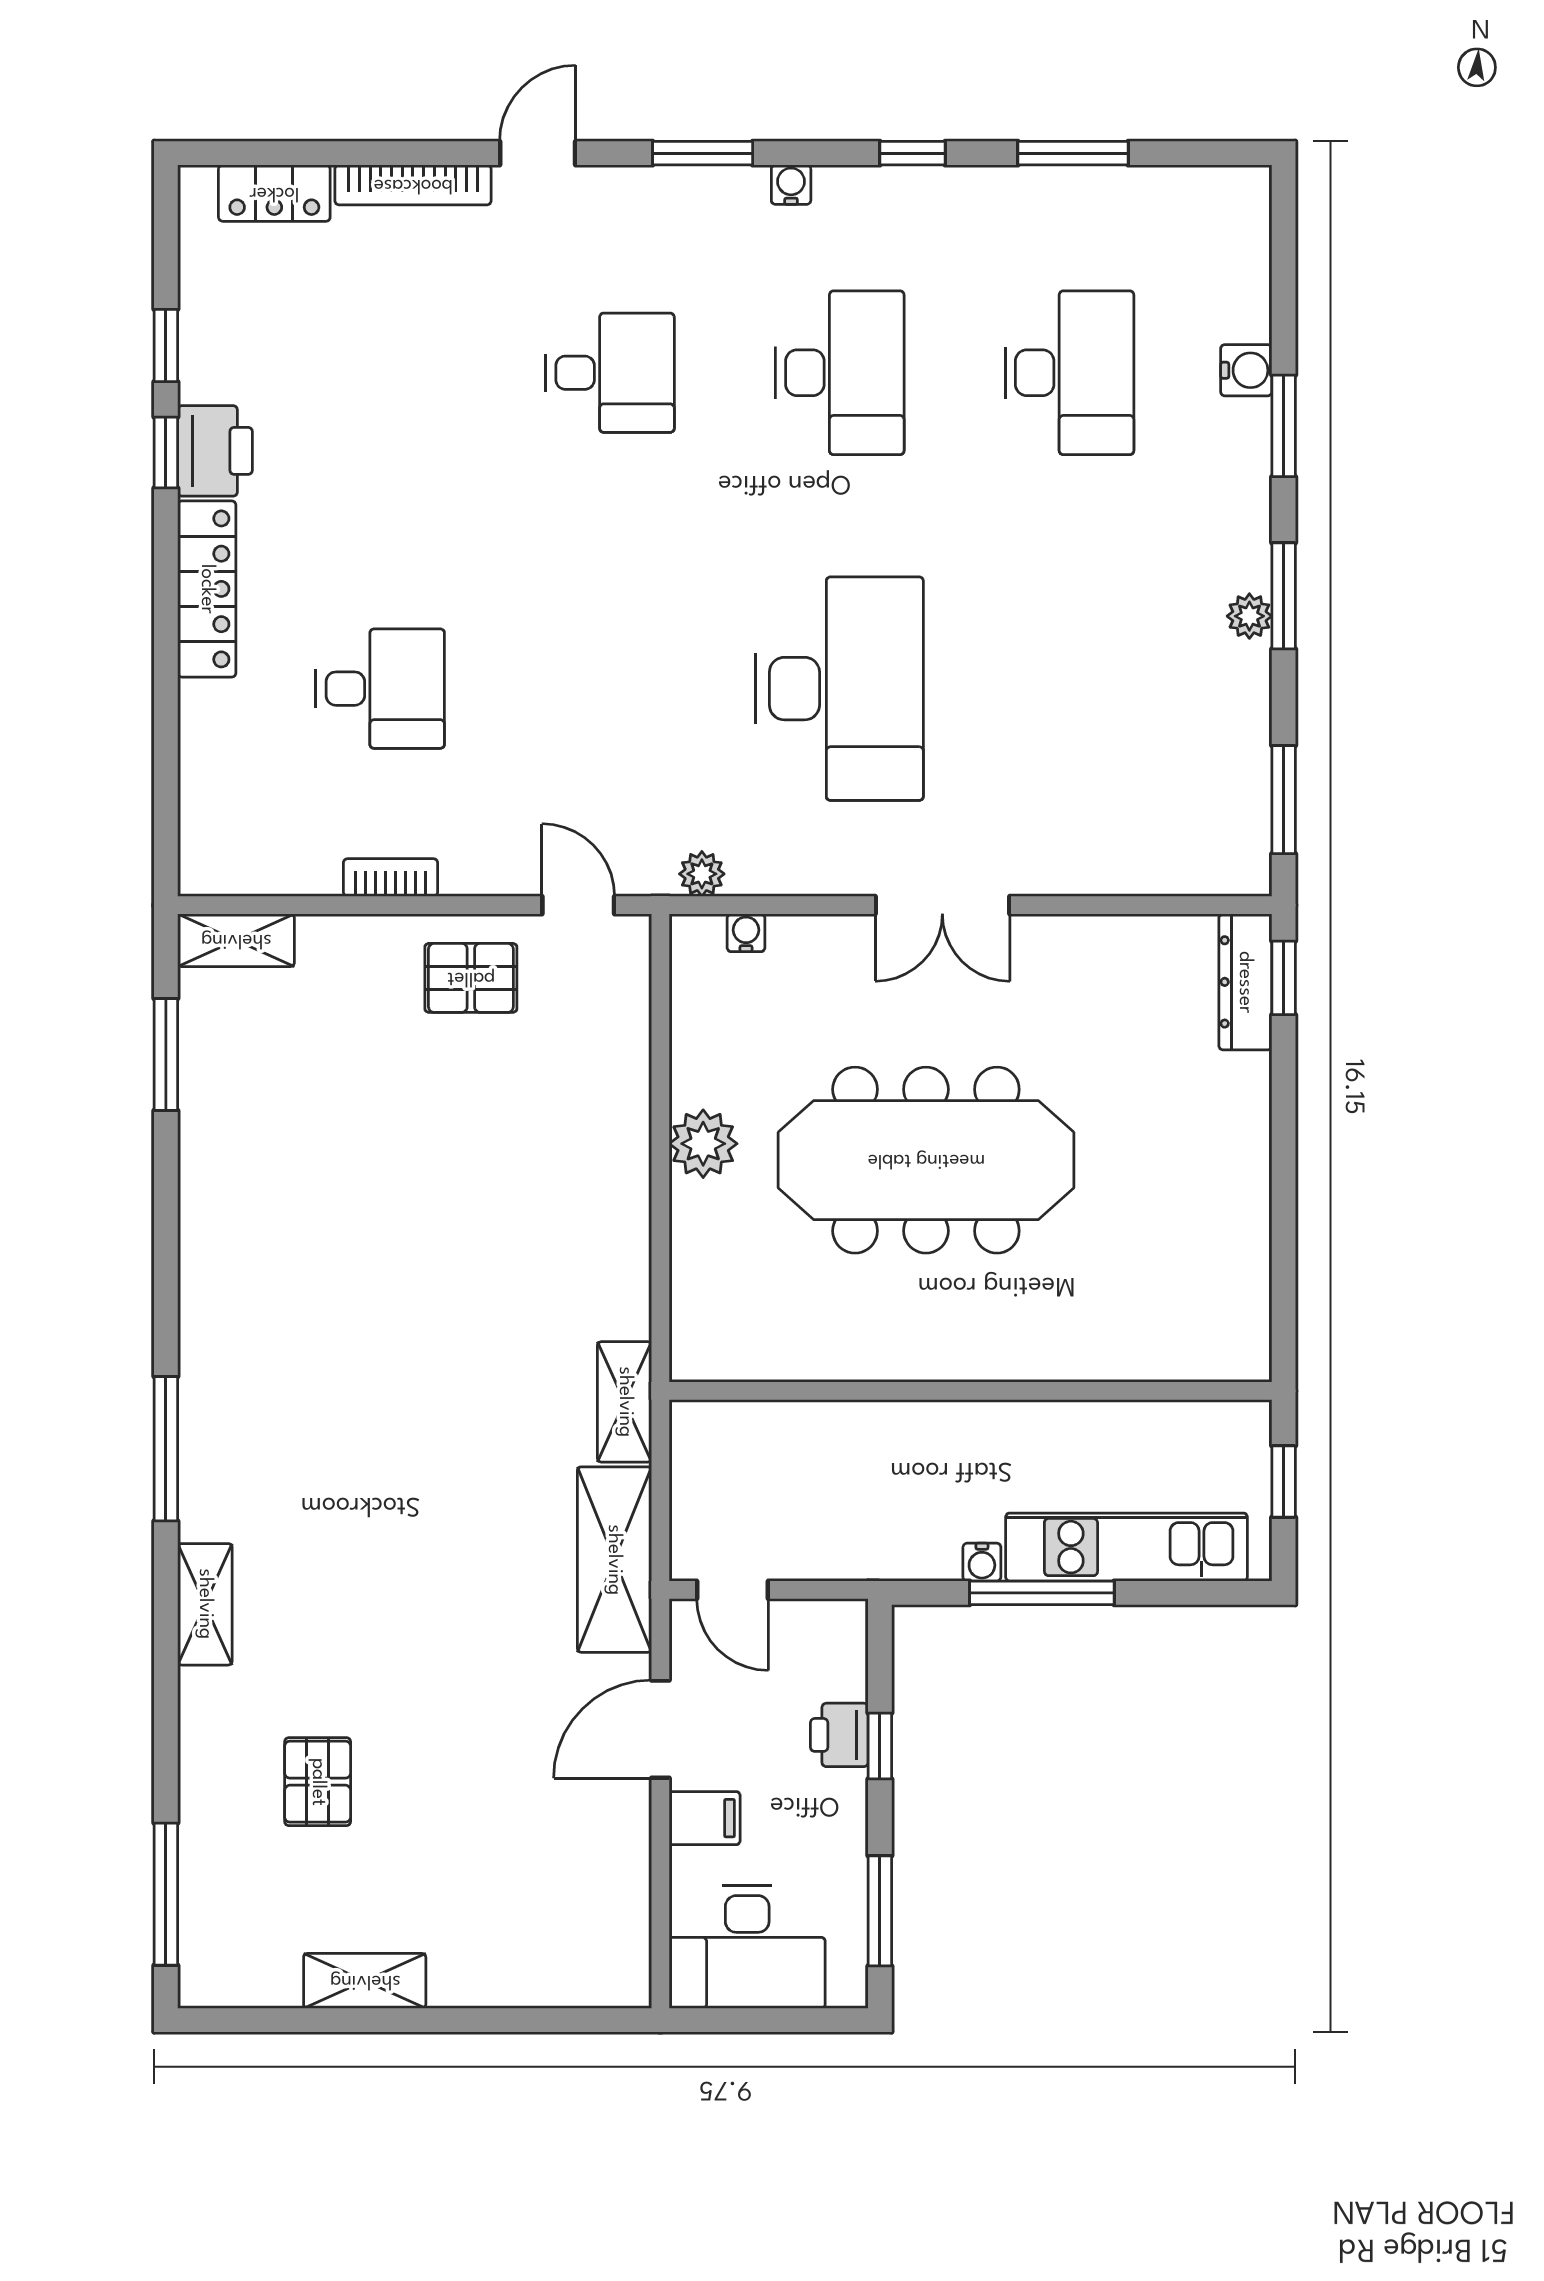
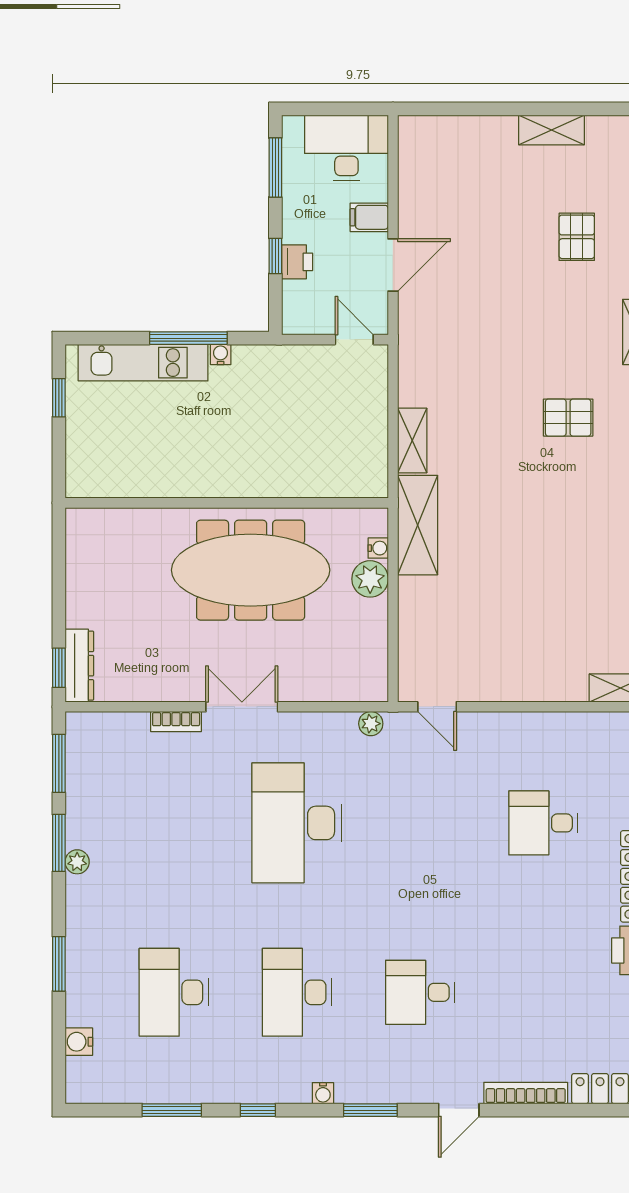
water cooler: (1246, 370) -> (79, 1042), moved
window: (1284, 596) -> (59, 843), moved
bookcase: (391, 878) -> (176, 722), moved
water cooler: (746, 933) -> (378, 548), moved, turned -90
pallet: (471, 978) -> (568, 418), moved
wall: (971, 1391) -> (227, 503), moved
shelving: (614, 1560) -> (418, 525), moved

